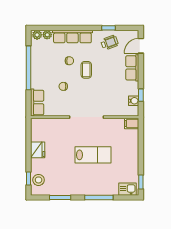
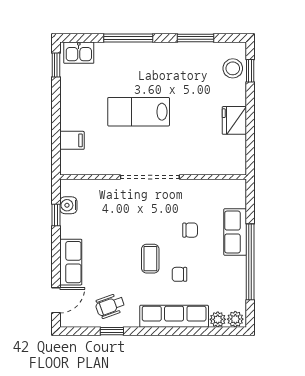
row of seats: (37, 102) -> (235, 232), moved
filing cabinet: (132, 124) -> (72, 140), moved

